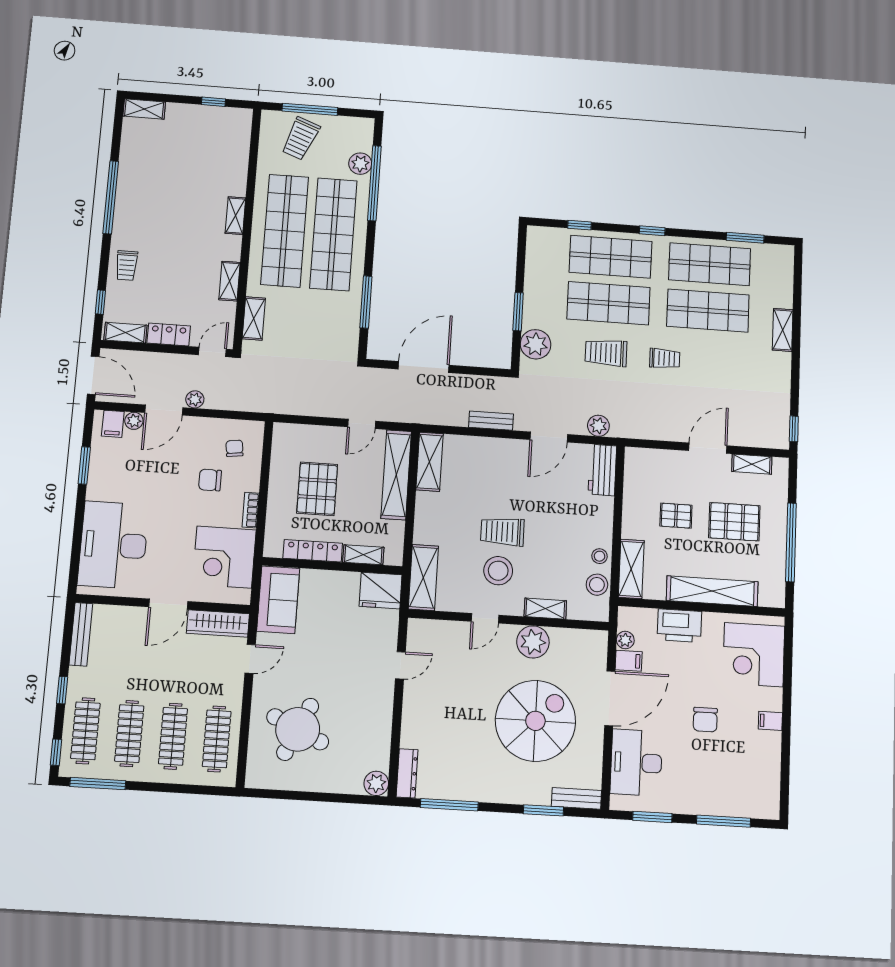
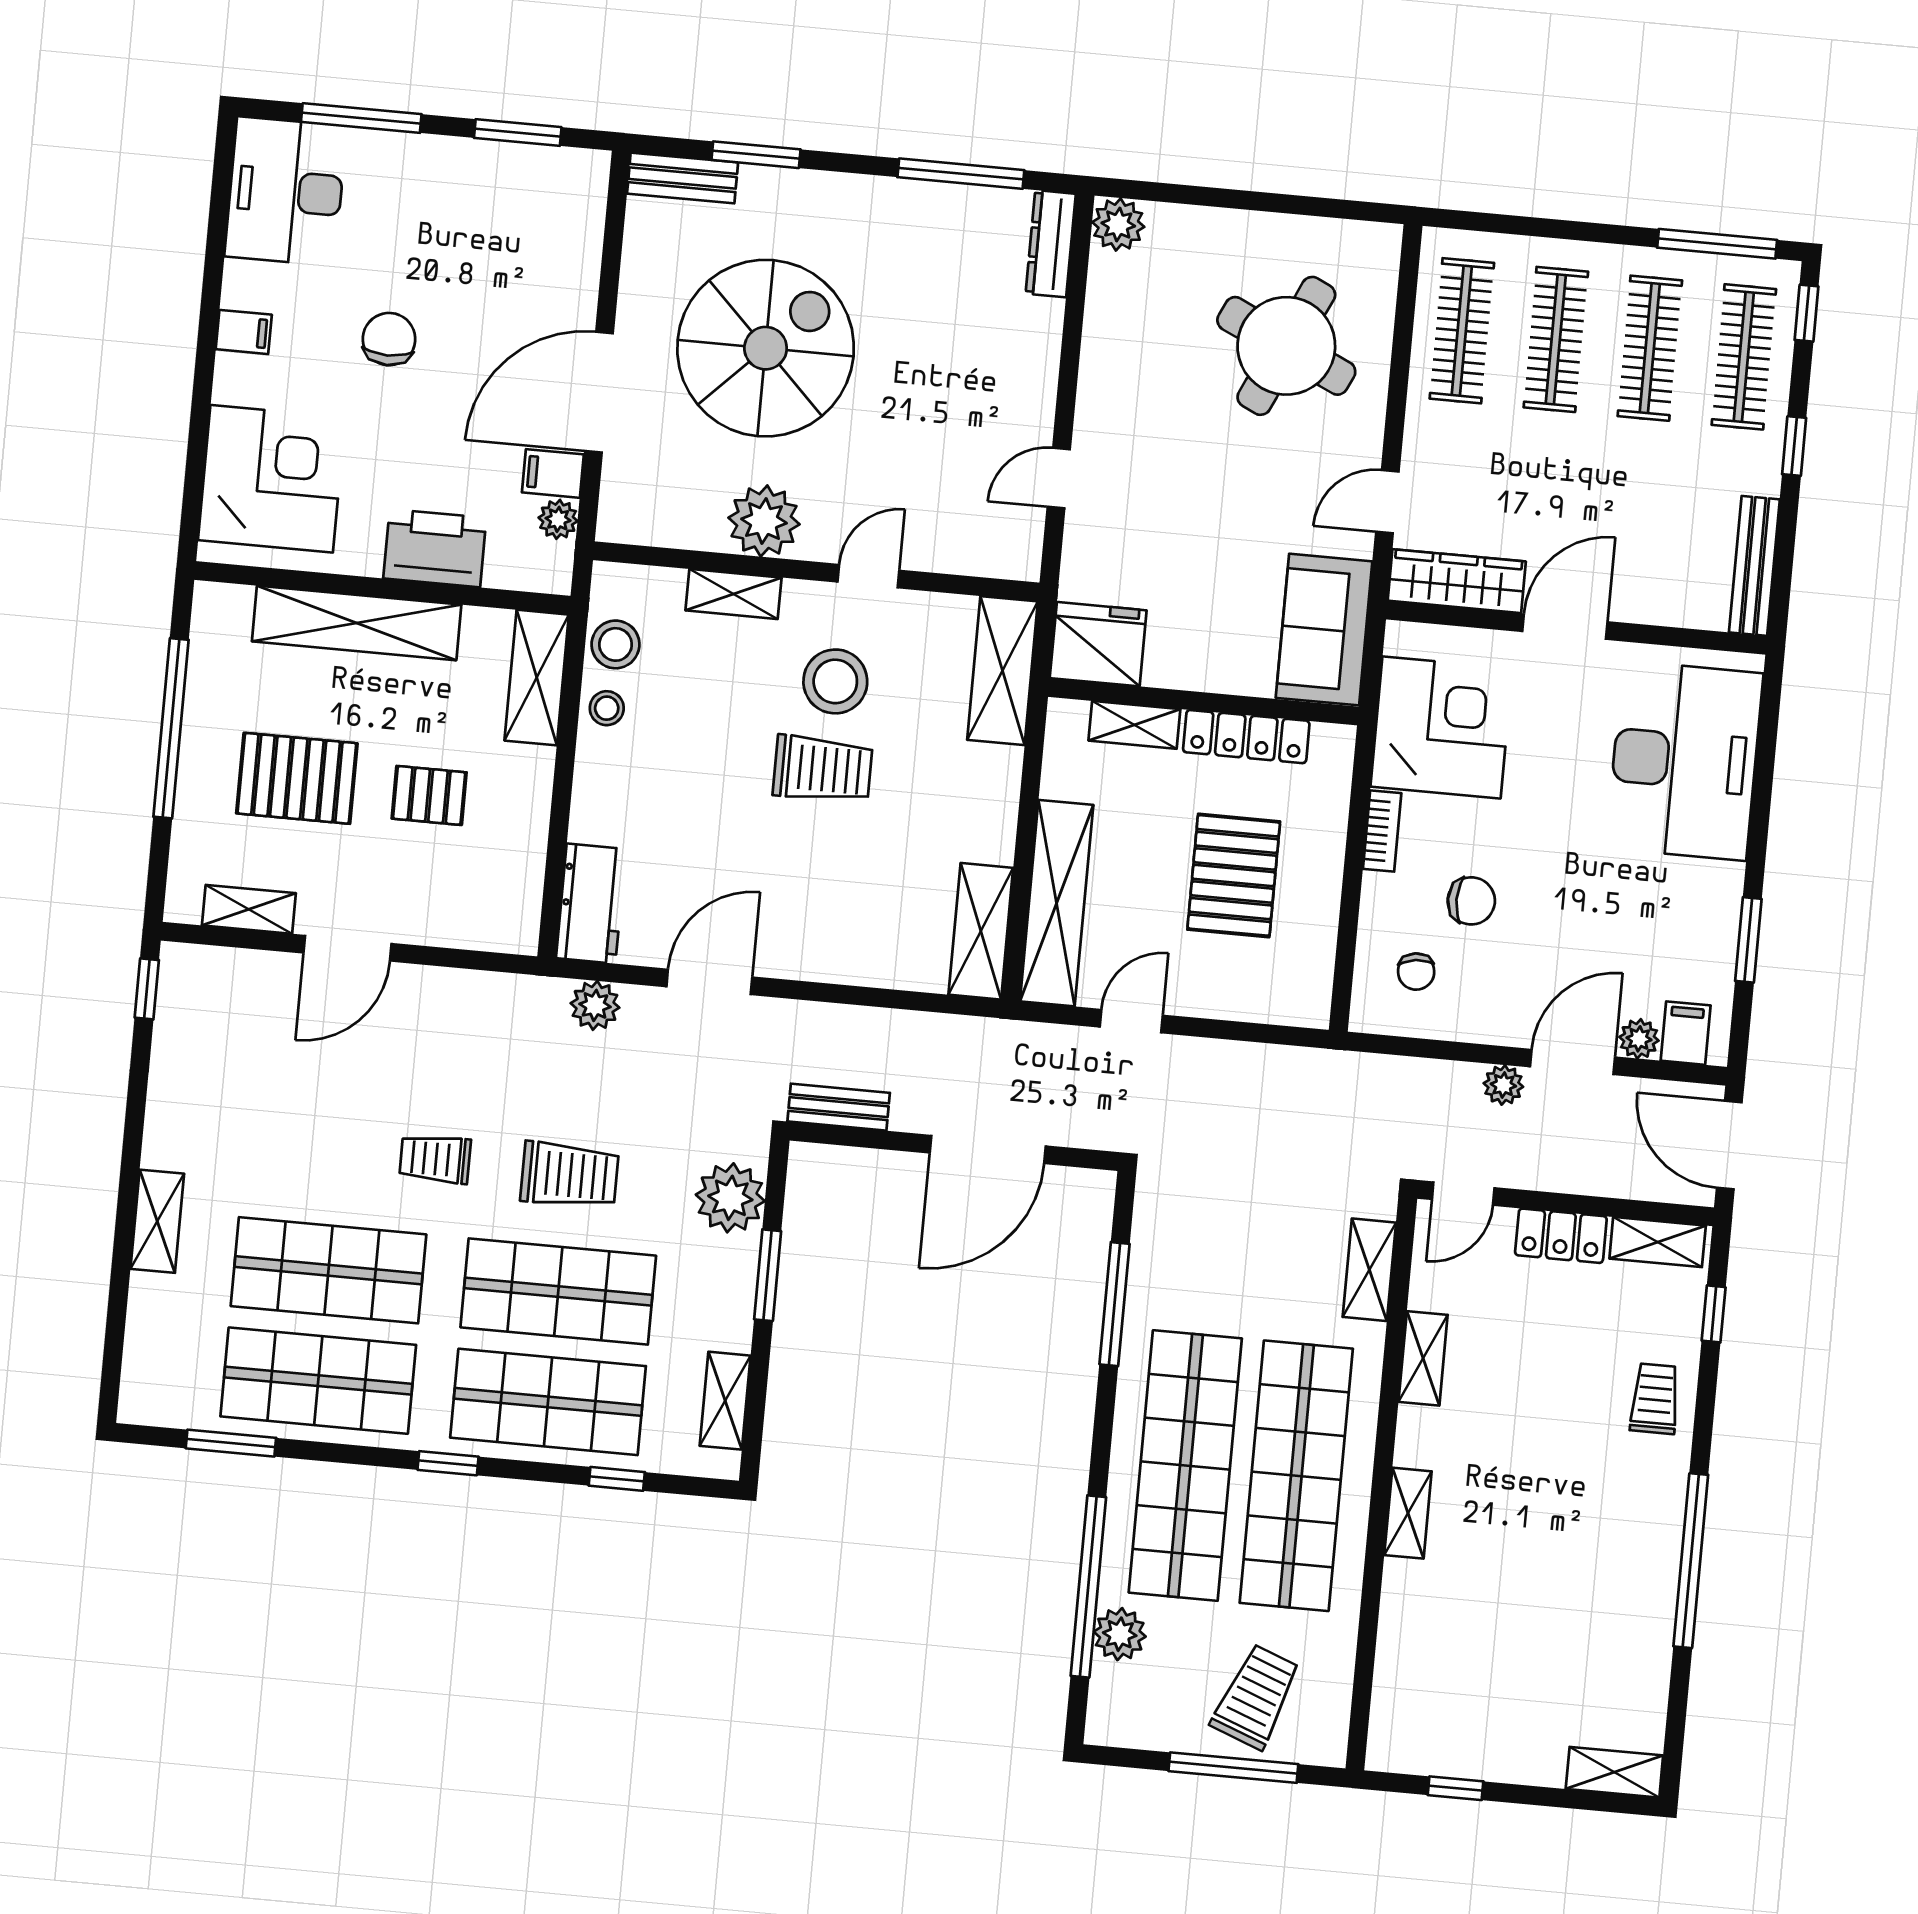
shelving: (534, 258) -> (725, 1401), added
bench: (491, 421) -> (839, 1107), moved
spiral stairs: (535, 721) -> (766, 348), turned 180
desk: (636, 763) -> (286, 191), moved, turned 180

